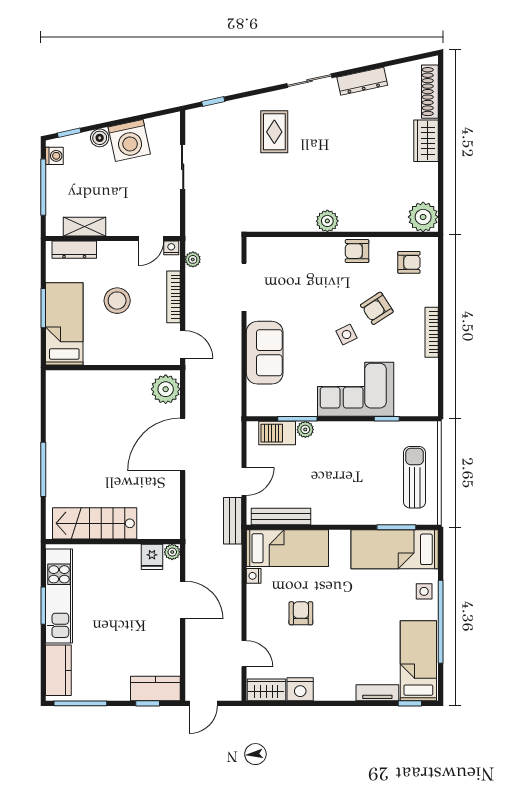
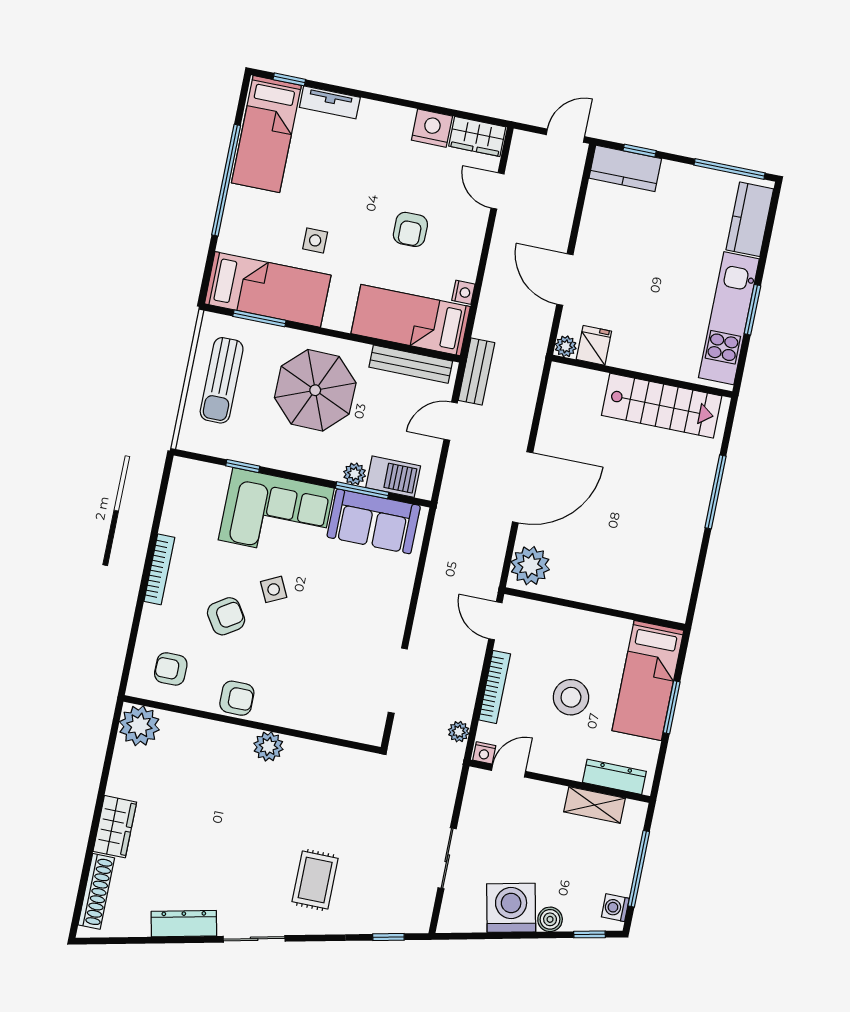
sofa: (265, 353) -> (374, 521), moved, turned -90
parasol: (346, 484) -> (315, 390), added
side table: (424, 591) -> (315, 240), moved

